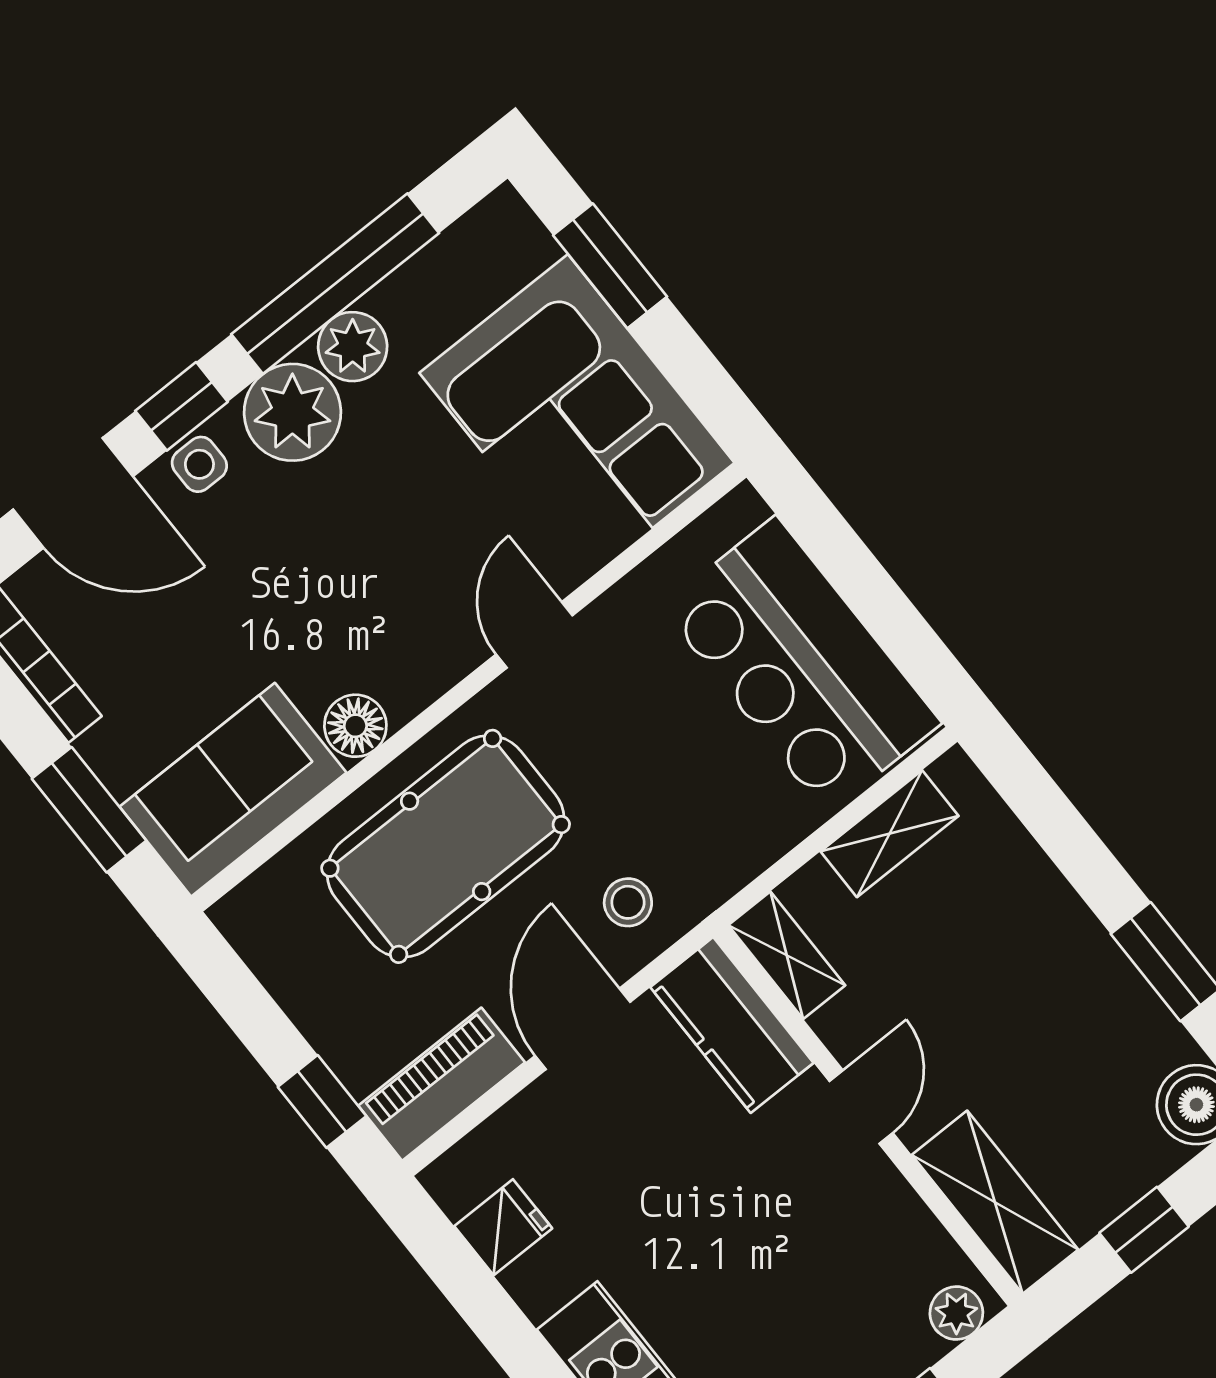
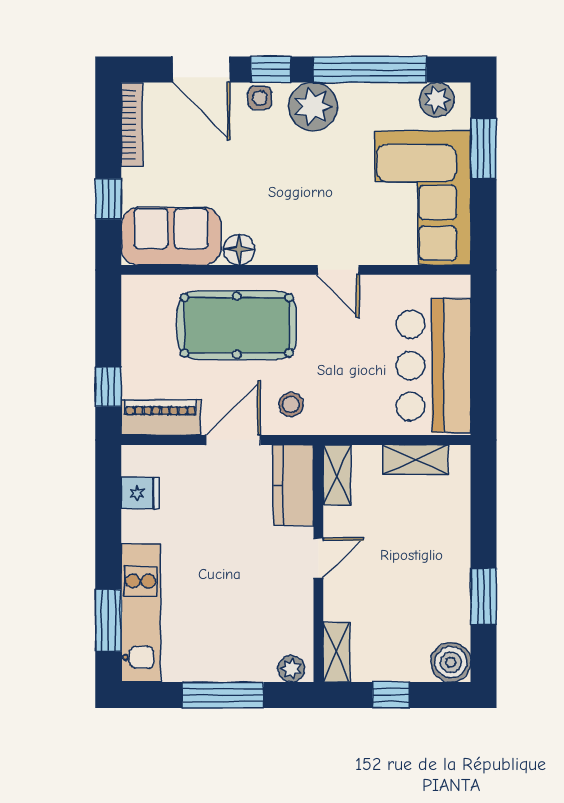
plant: (353, 347) -> (437, 100), moved
door: (534, 635) -> (338, 270), swing flipped
window: (89, 810) -> (108, 199), width x0.67
shelving: (995, 1202) -> (337, 652), width x0.67, depth x0.75

